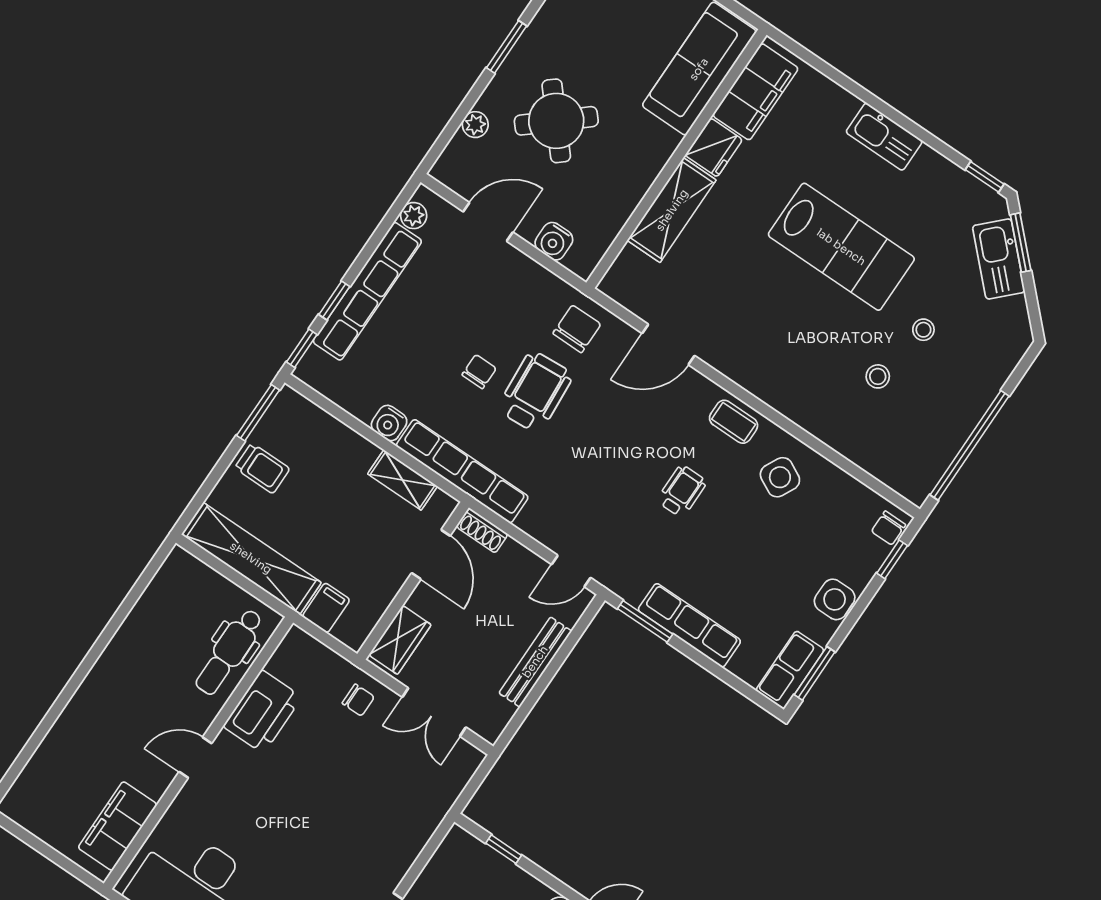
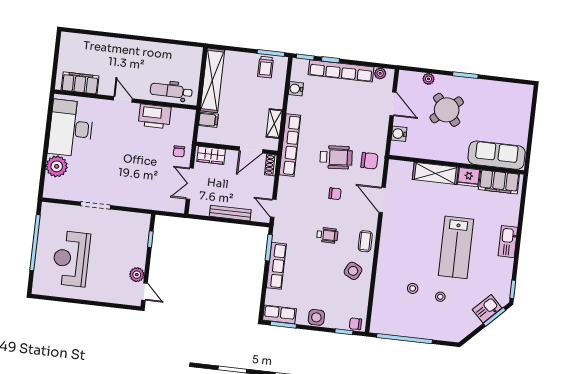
kitchen sink: (999, 259) -> (487, 309), width x0.73
chair: (479, 372) -> (335, 194), moved
water cooler: (389, 423) -> (296, 89), moved
trolley: (262, 468) -> (266, 67), moved

